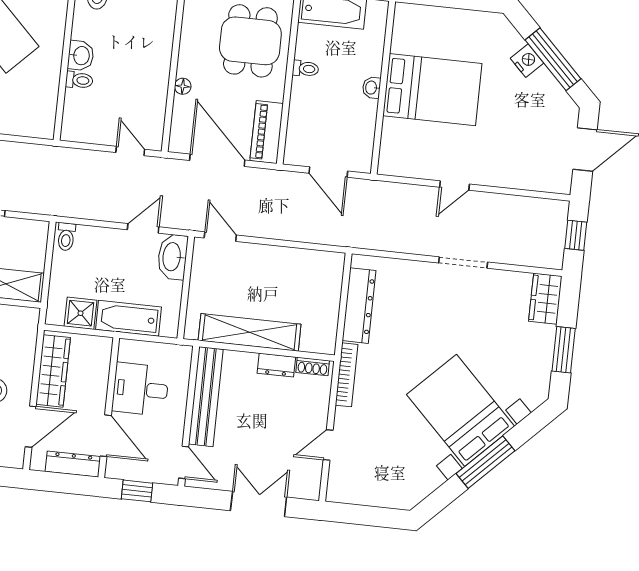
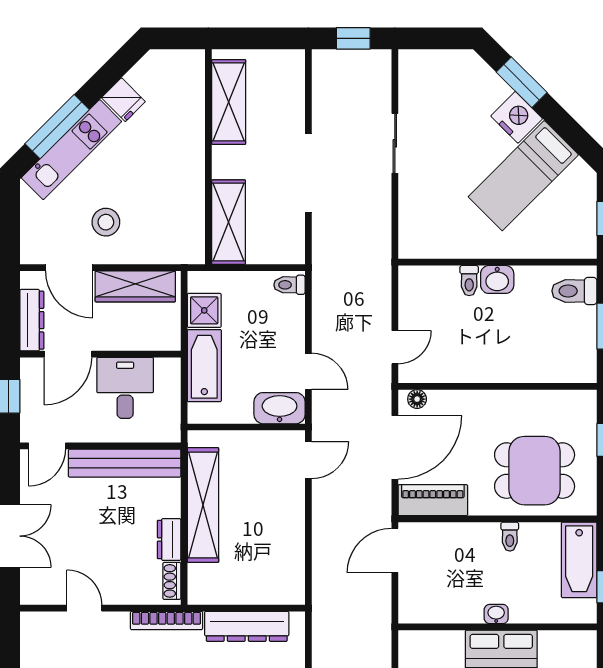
floor lamp: (183, 86) -> (417, 399), moved
door: (328, 172) -> (395, 550), moved

